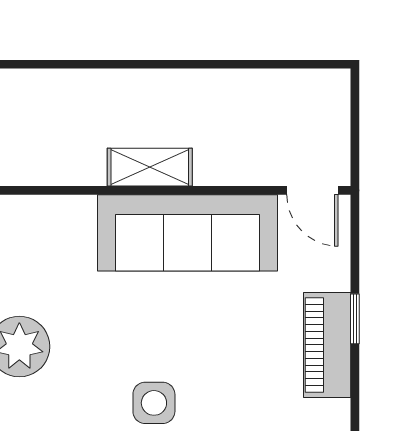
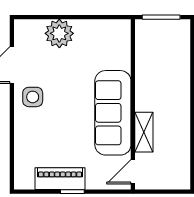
shelving: (150, 167) -> (144, 132), moved

